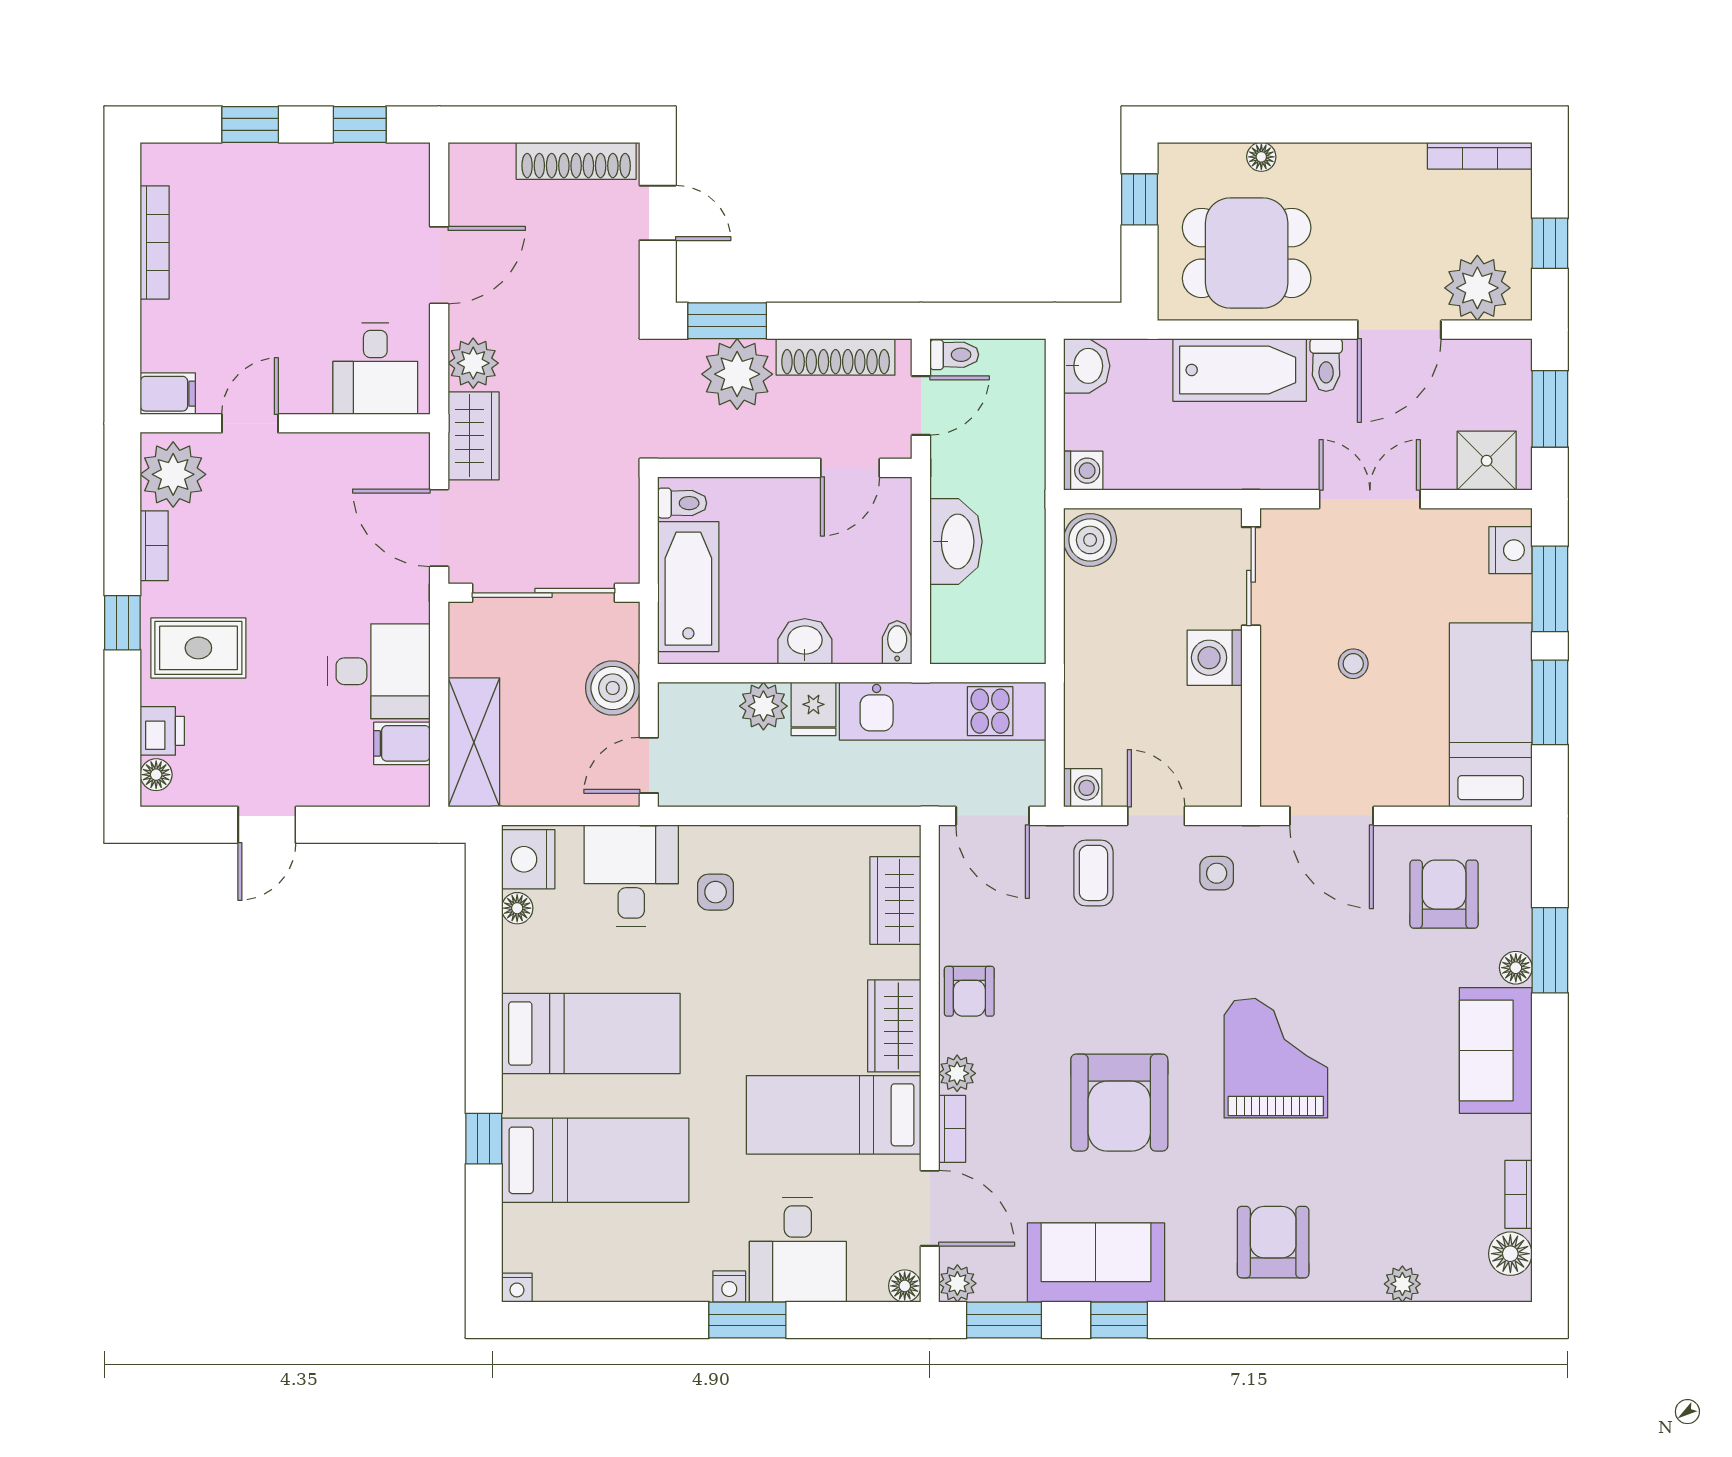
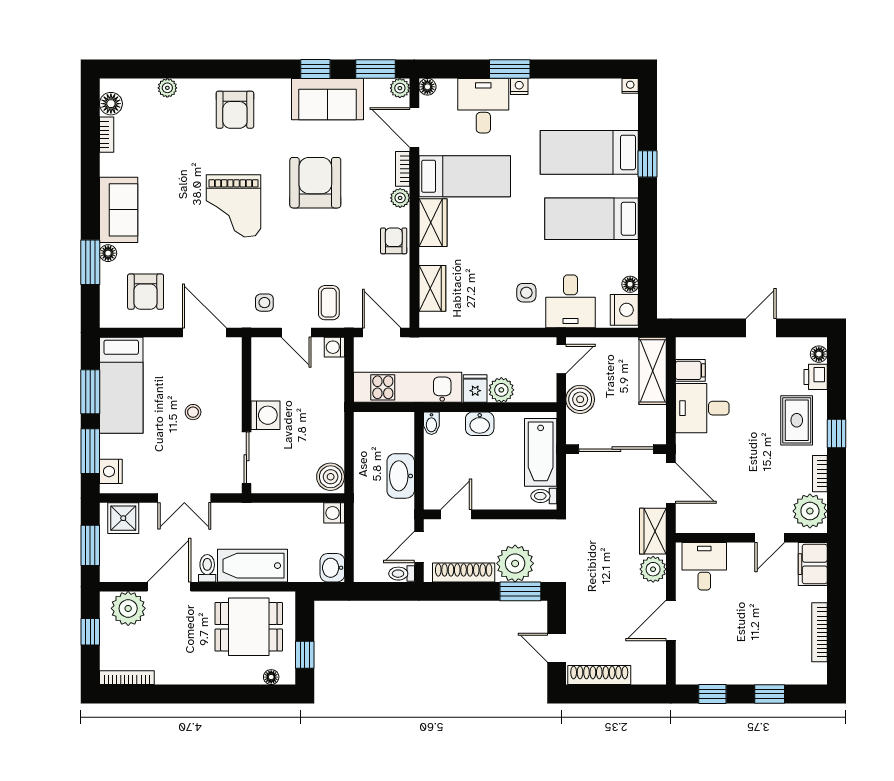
floor lamp: (1261, 157) -> (271, 677), moved
filing cabinet: (168, 394) -> (813, 564), width x2.00
rug: (198, 648) -> (797, 420), turned 90

